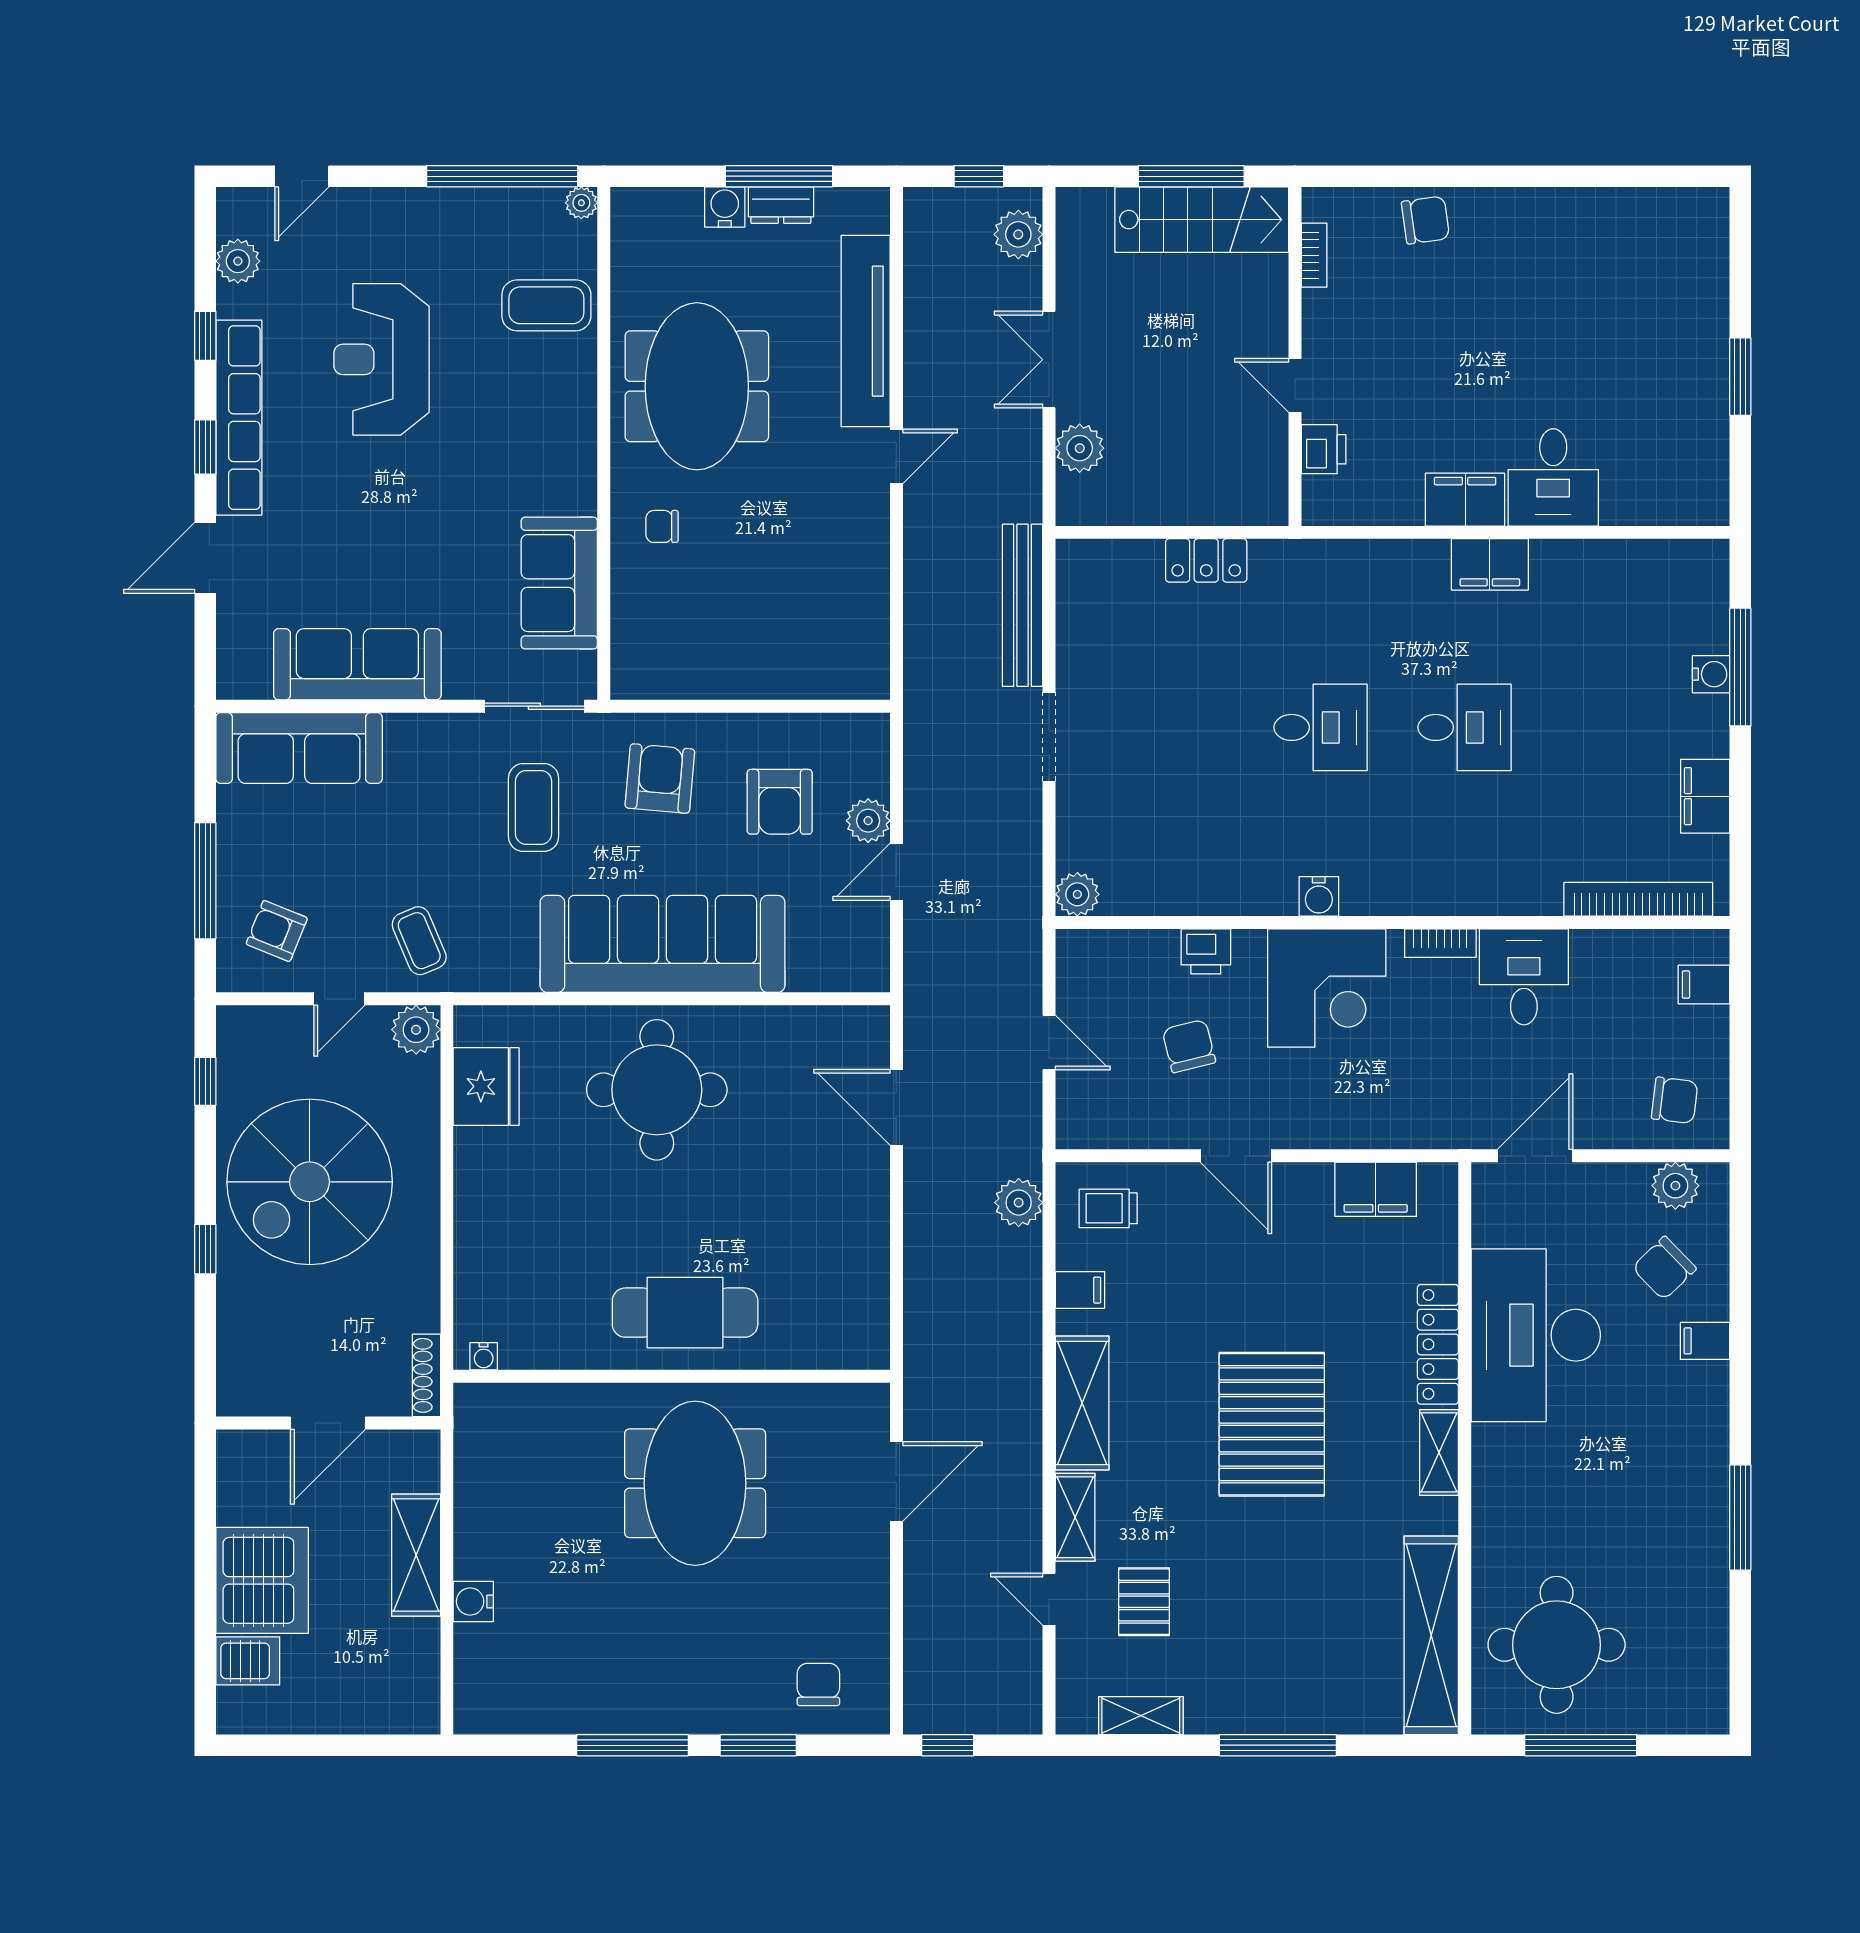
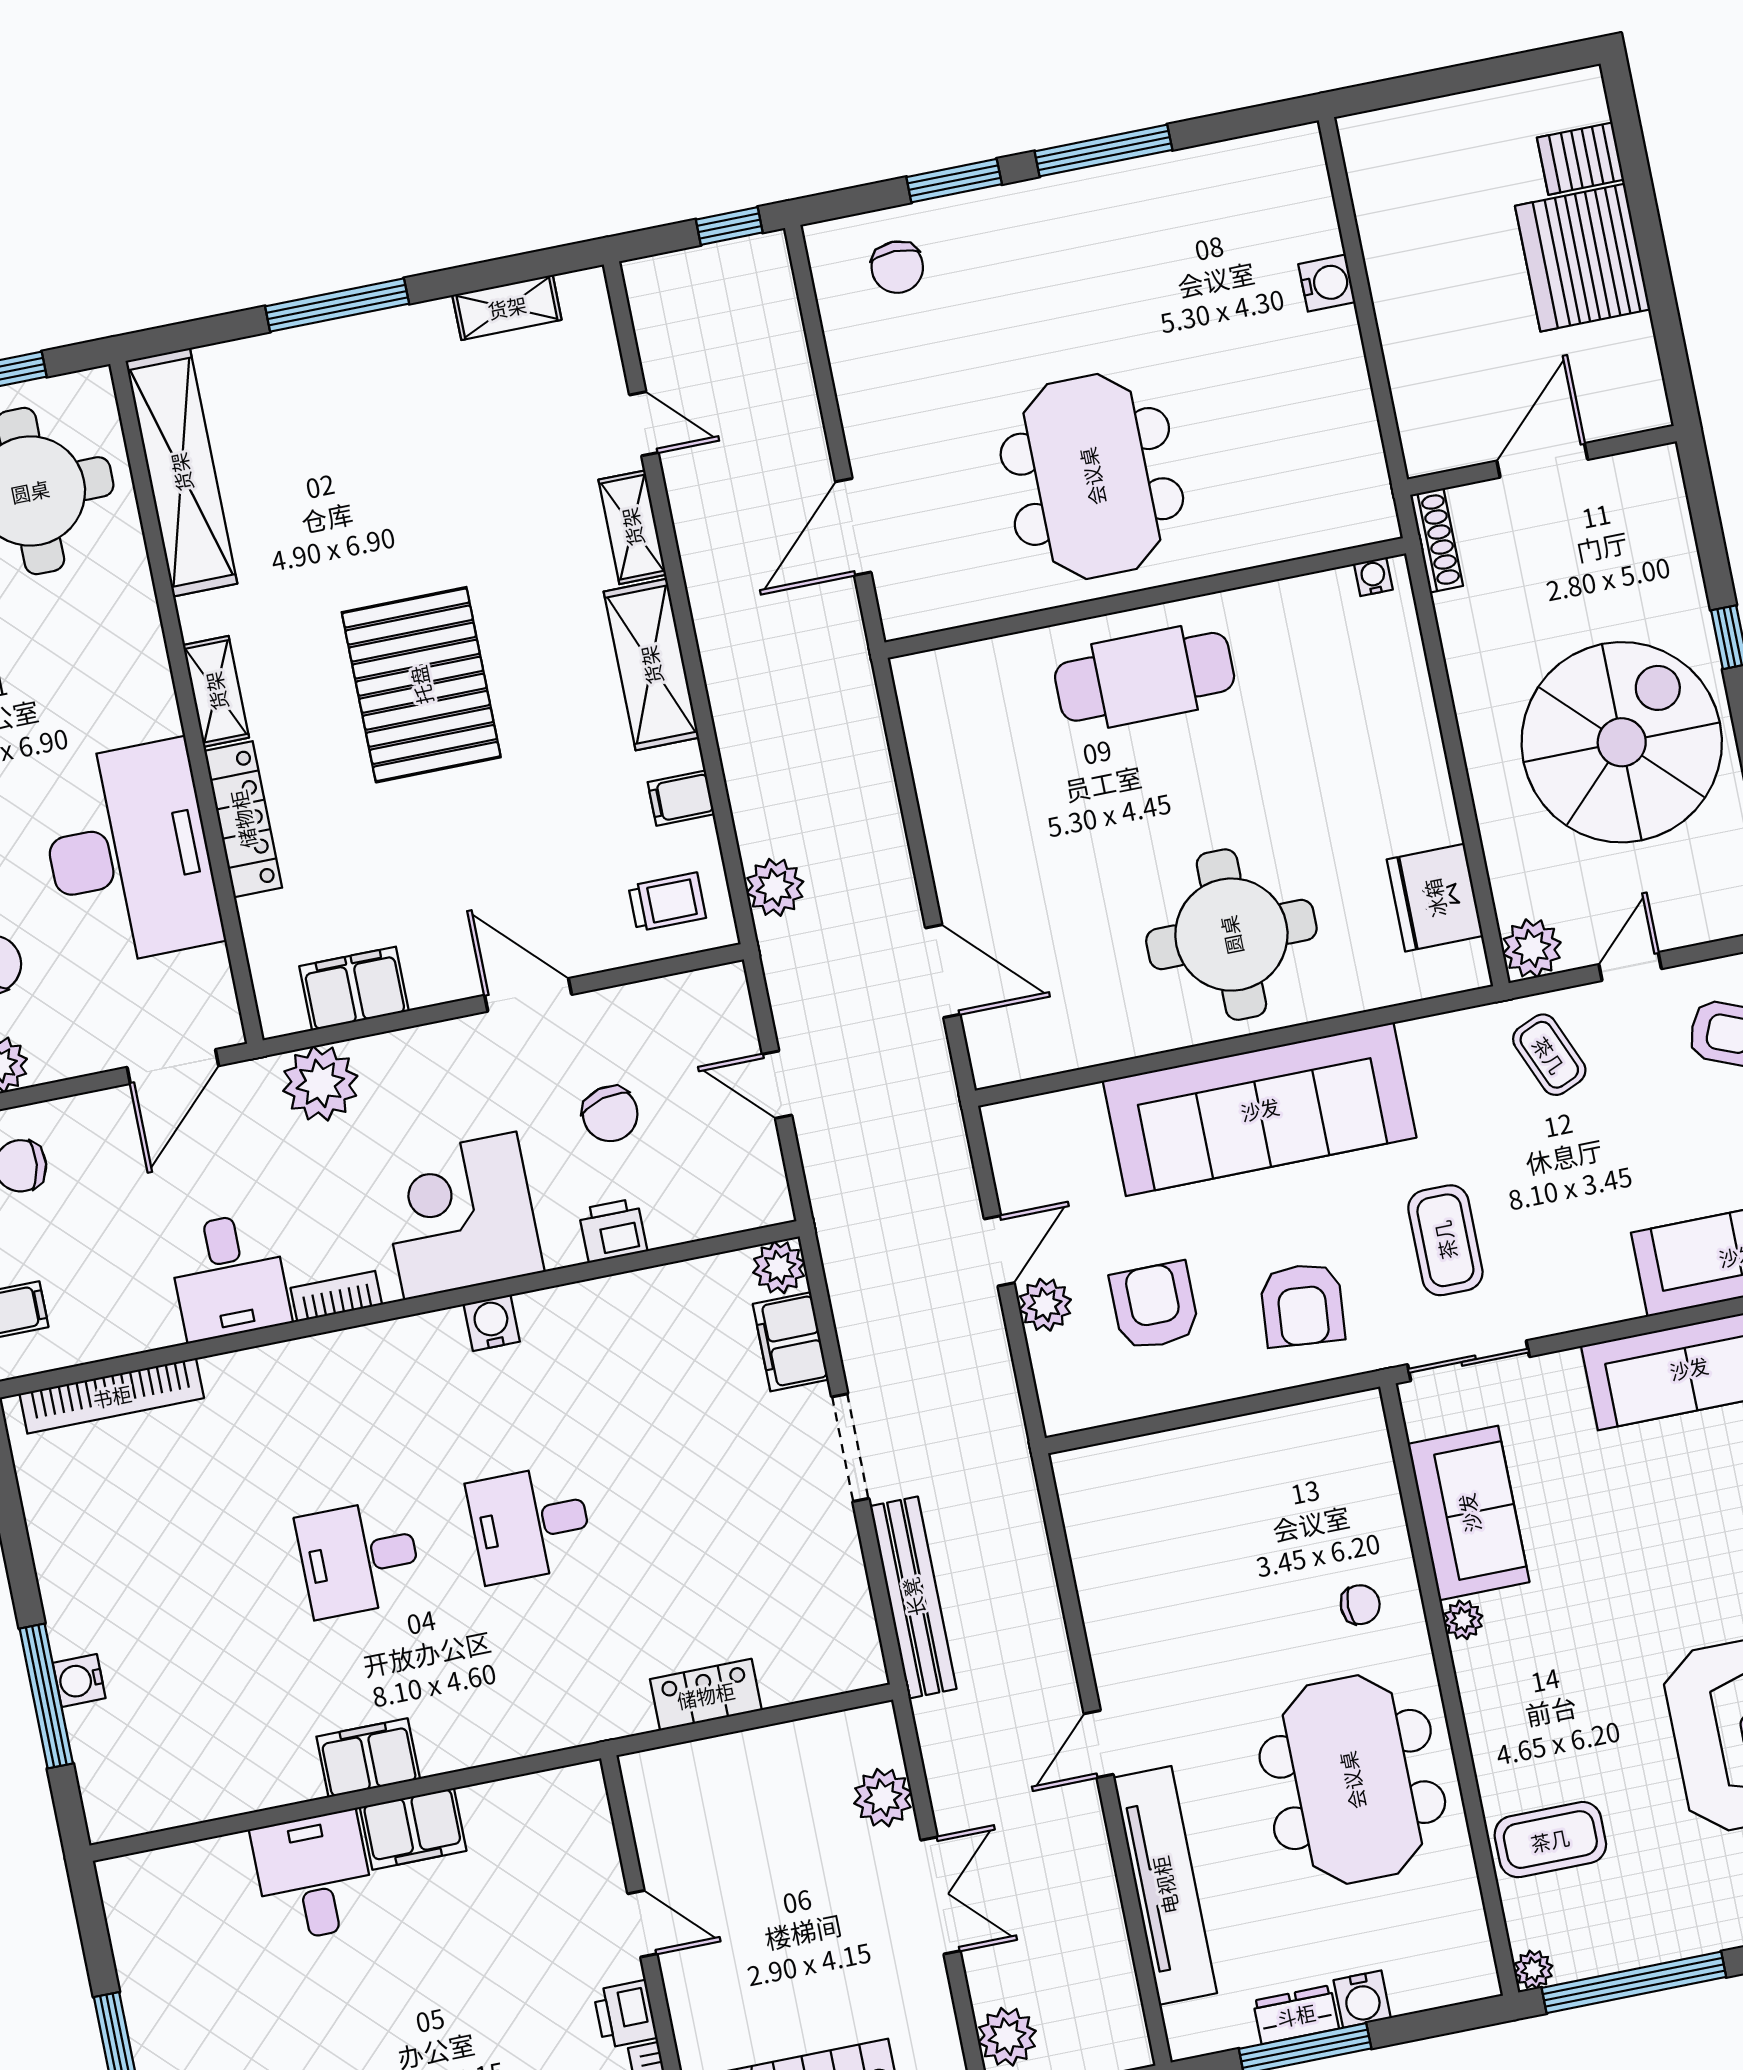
printer: (1324, 449) -> (625, 2014), moved
plant: (581, 497) -> (1463, 1620), added
filing cabinet: (1705, 796) -> (791, 1342), moved, turned 180
plant: (1419, 1118) -> (320, 1083), added
shelving: (416, 1555) -> (1406, 324), removed
pallet: (1144, 1602) -> (530, 443), removed

